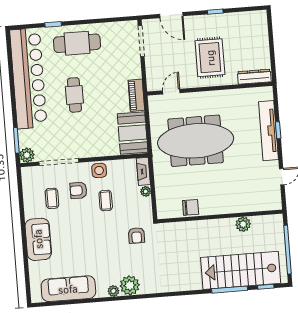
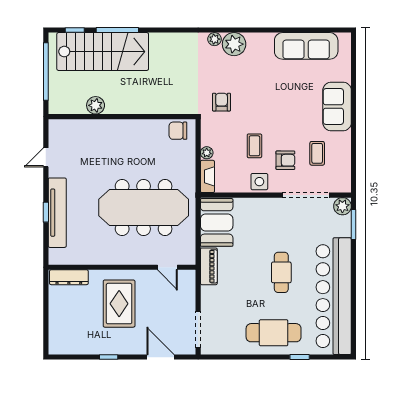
door: (171, 92) -> (167, 267), hinge flipped
chair: (191, 207) -> (178, 131), moved
plant: (113, 291) -> (214, 39), moved

